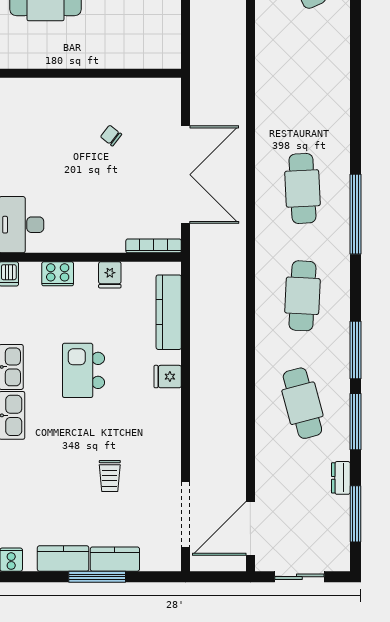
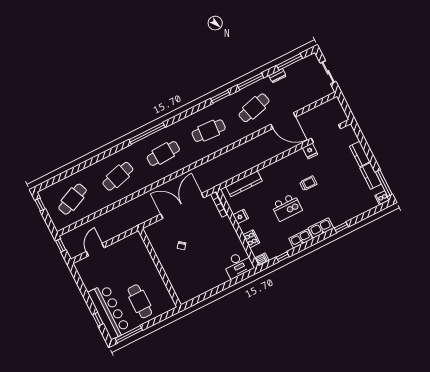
cafe table: (302, 81) -> (118, 176), added
window: (356, 214) -> (147, 133), moved
window: (356, 350) -> (220, 97), width x0.69
fridge: (168, 377) -> (310, 151), moved
trolley: (110, 476) -> (308, 183), moved
door: (250, 528) -> (283, 121), moved
window: (97, 577) -> (384, 183), moved

